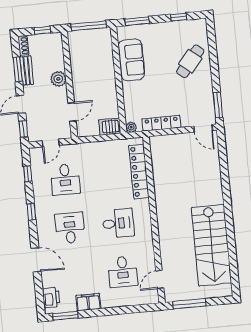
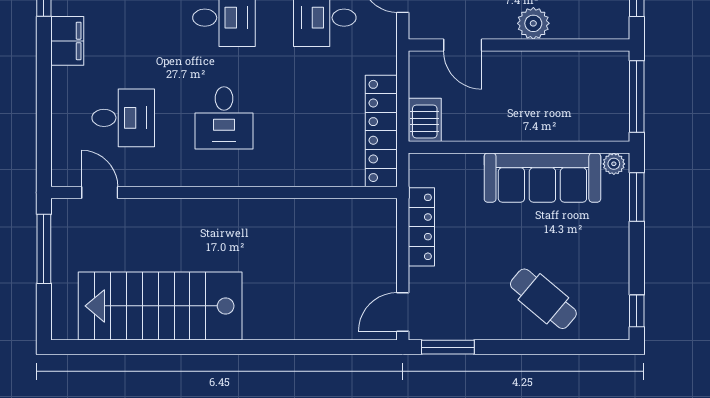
window: (179, 17) -> (637, 311), moved
sofa: (131, 60) -> (542, 178), width x1.36
plant: (131, 127) -> (614, 164), moved
locker: (139, 171) -> (381, 131), moved, turned -90
desk: (123, 272) -> (123, 118), turned 180

